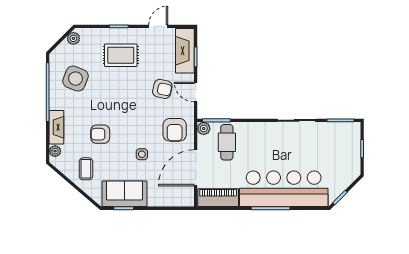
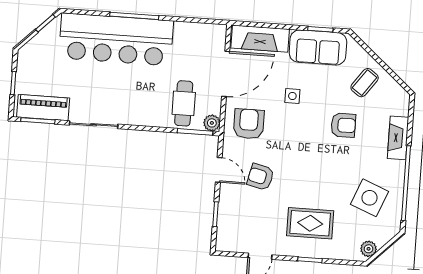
fireplace: (185, 51) -> (260, 39), moved, turned 90
plant: (55, 151) -> (402, 108), removed
coffee table: (86, 169) -> (365, 83), turned 36
piano: (218, 198) -> (43, 108), moved, turned 180

